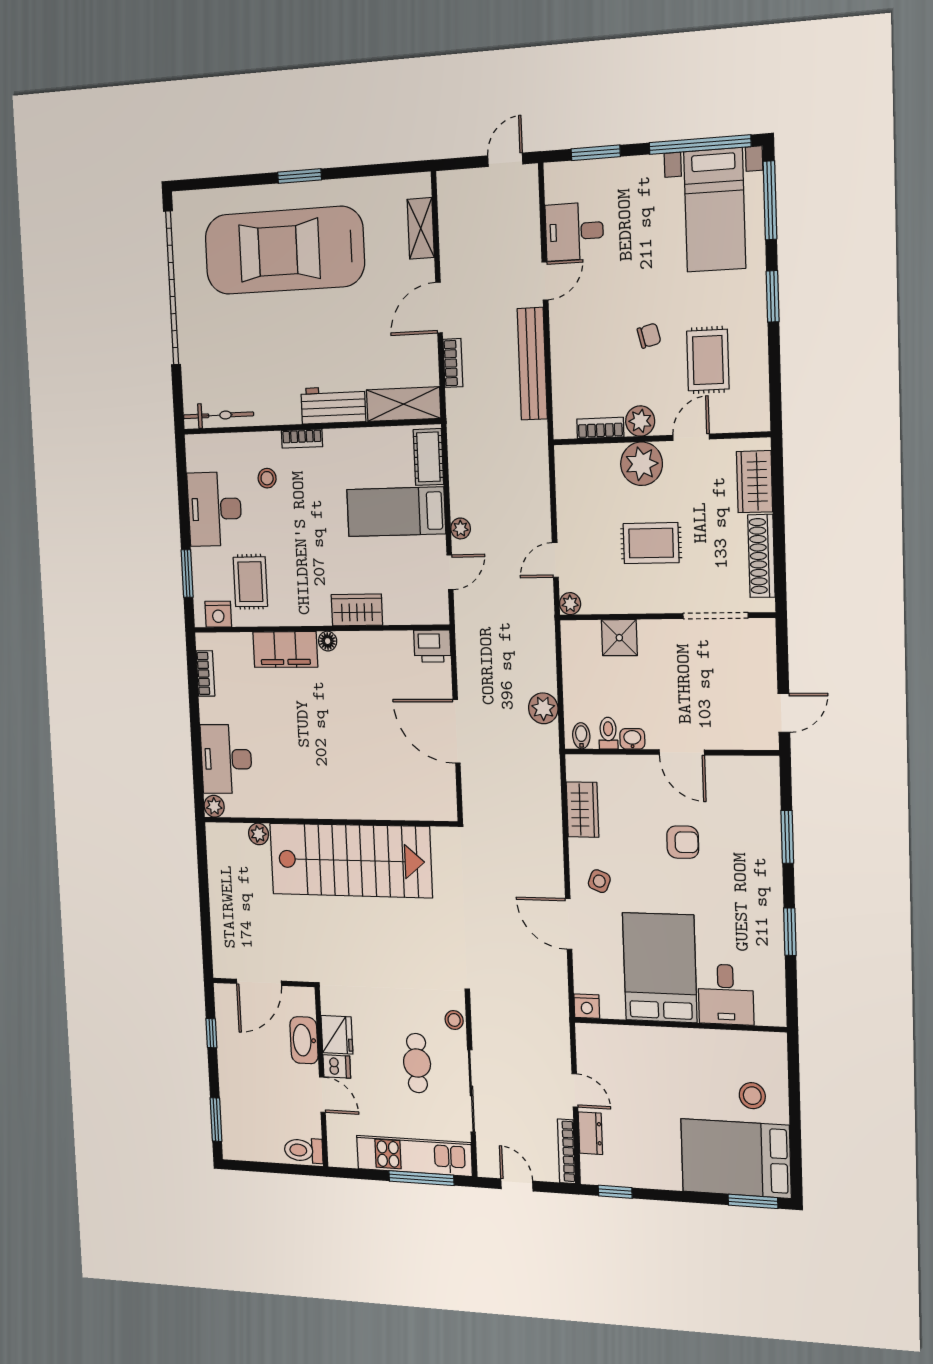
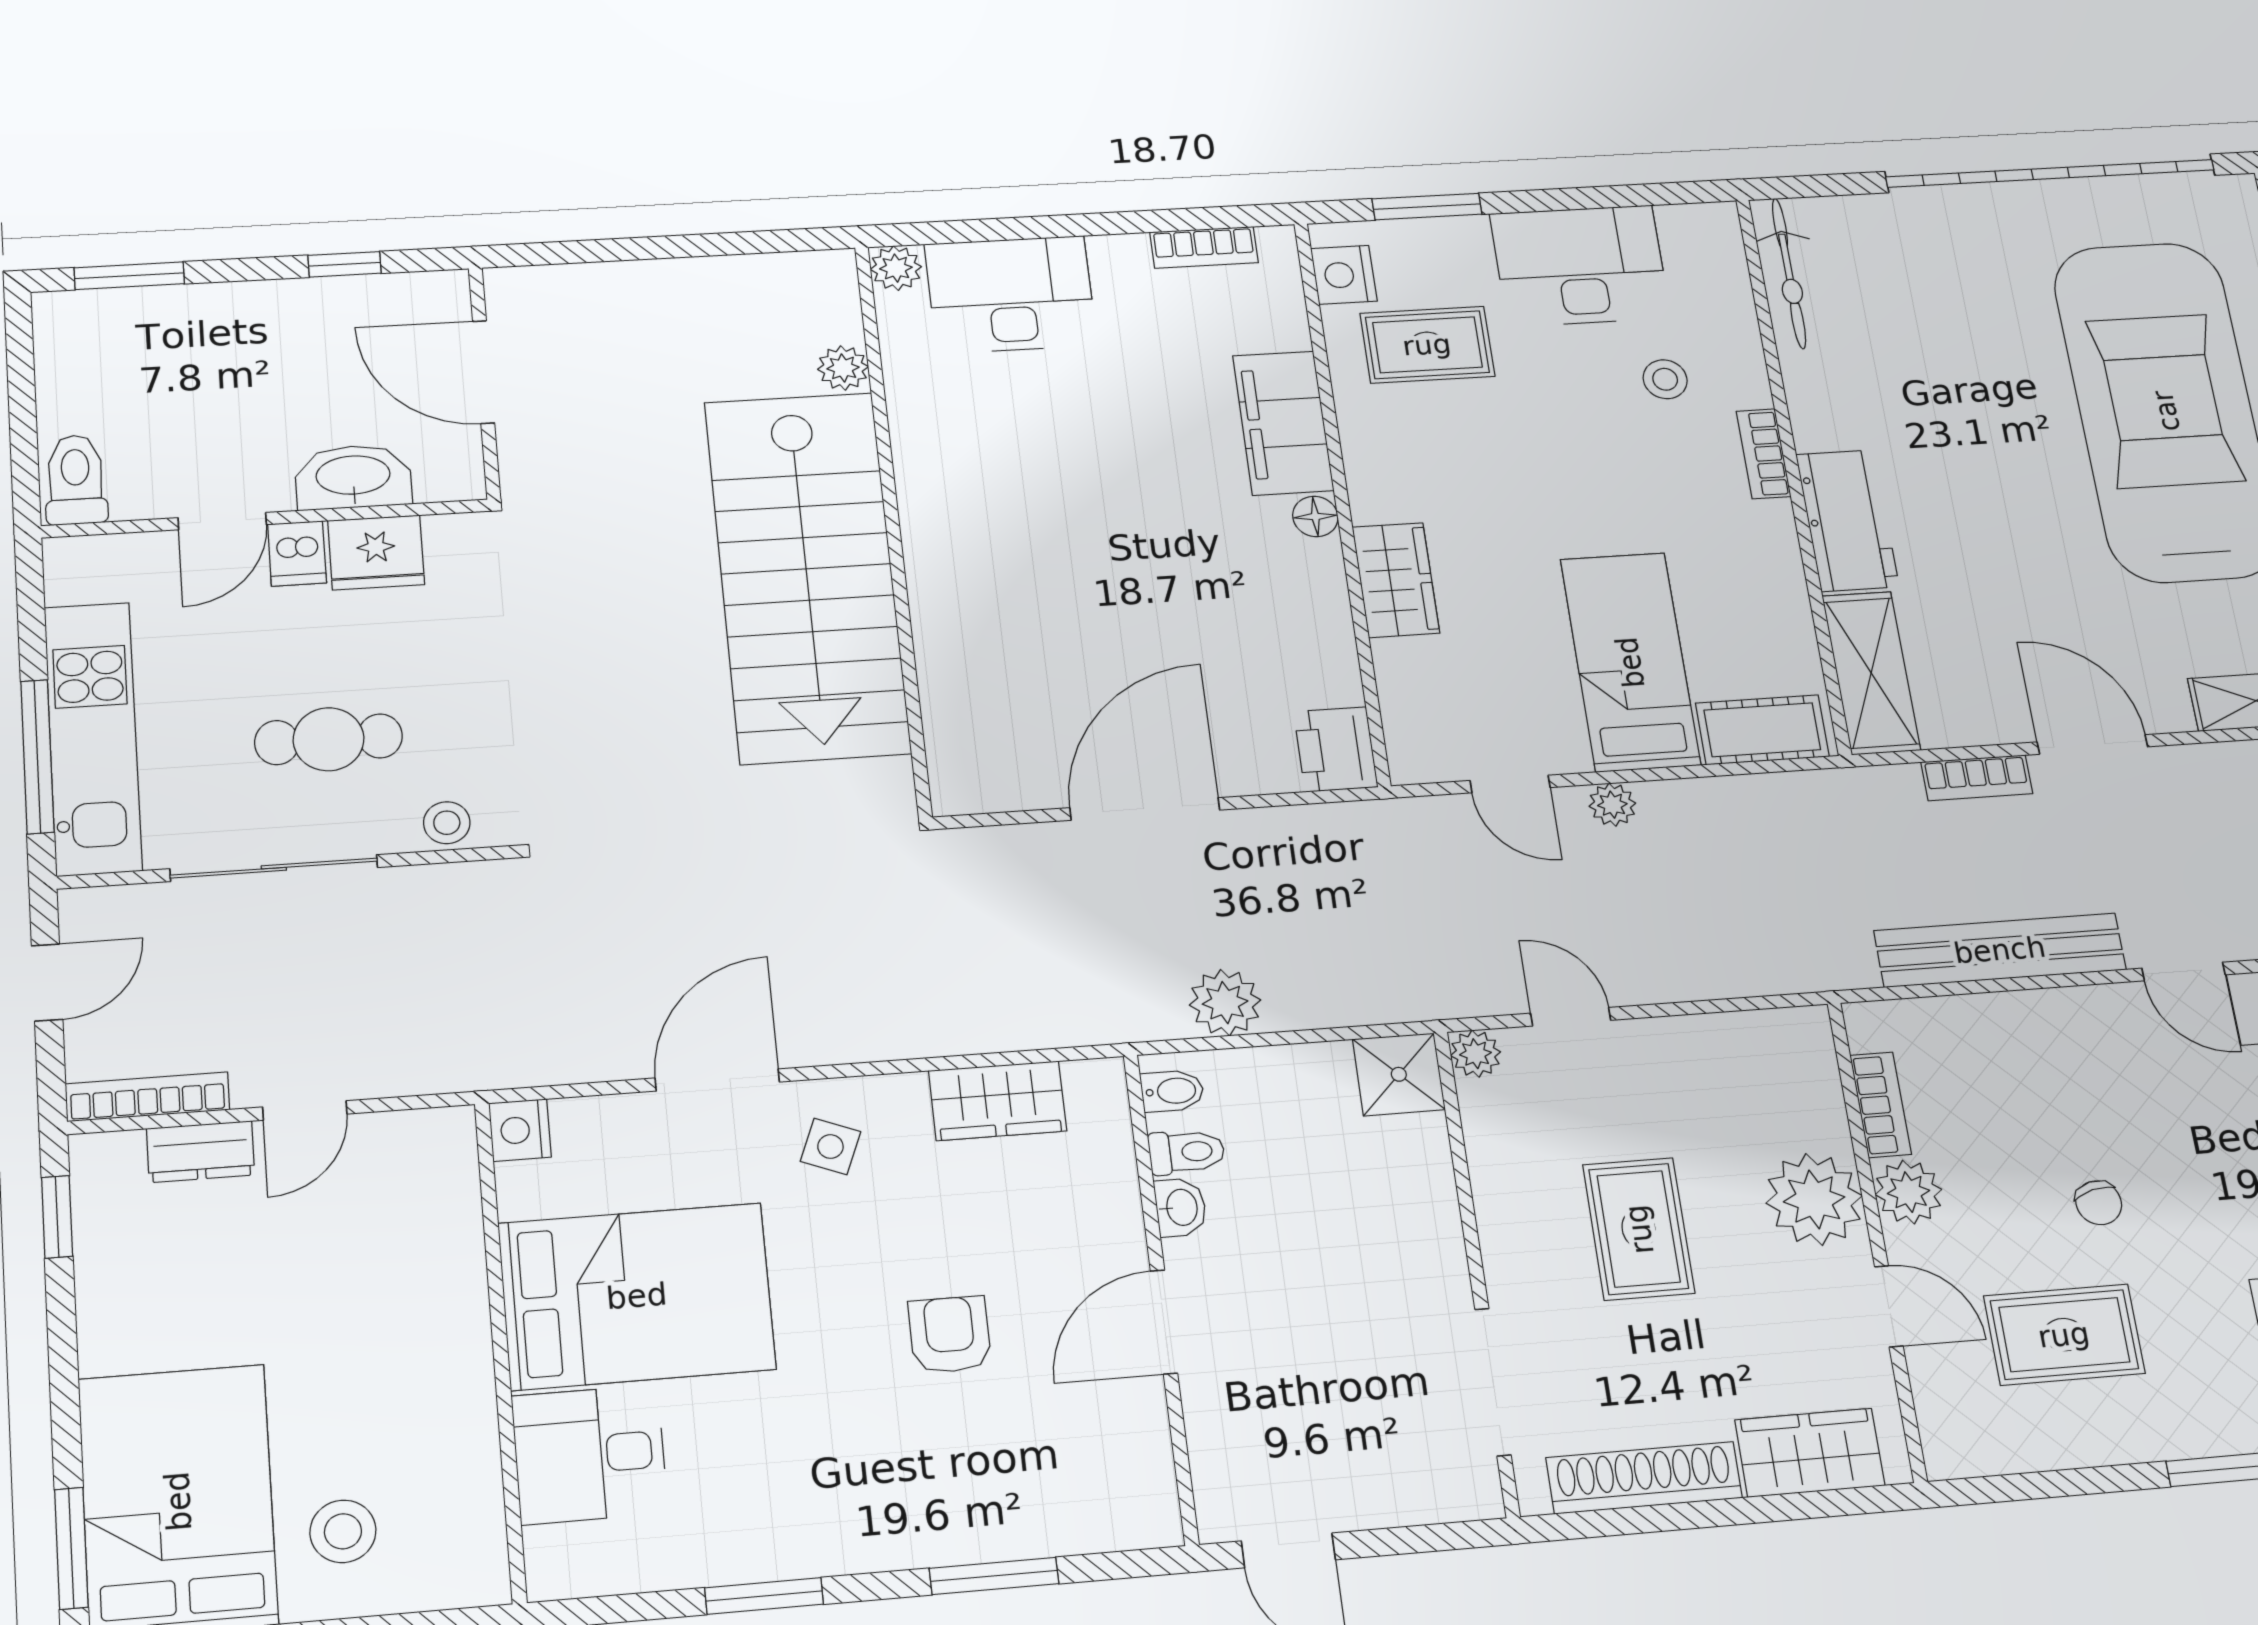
shower: (619, 638) -> (1399, 1074), moved
armchair: (683, 842) -> (950, 1335), turned 180

